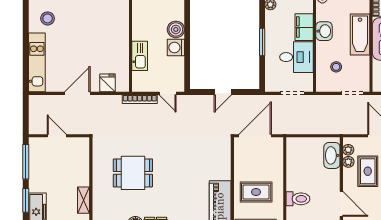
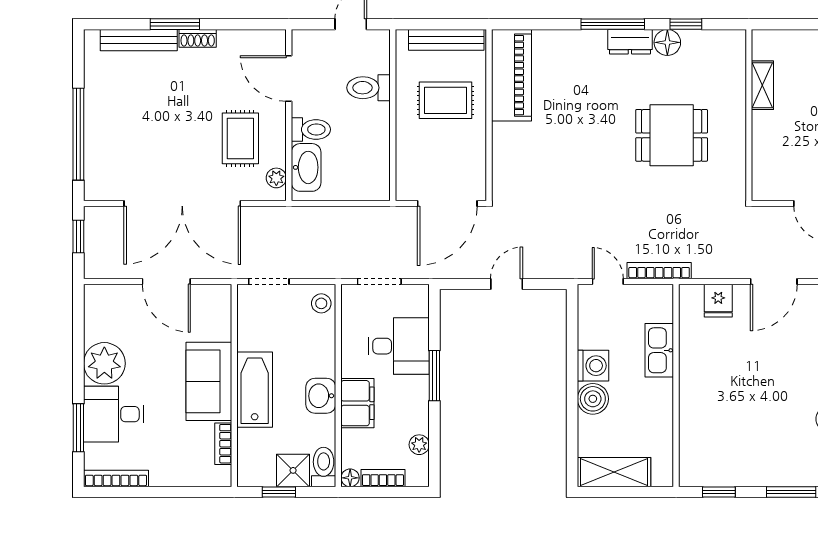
desk: (296, 57) -> (399, 346), moved, turned 180
stool: (336, 67) -> (321, 303), moved
plant: (348, 162) -> (276, 156), removed
toilet: (329, 176) -> (311, 129), added

